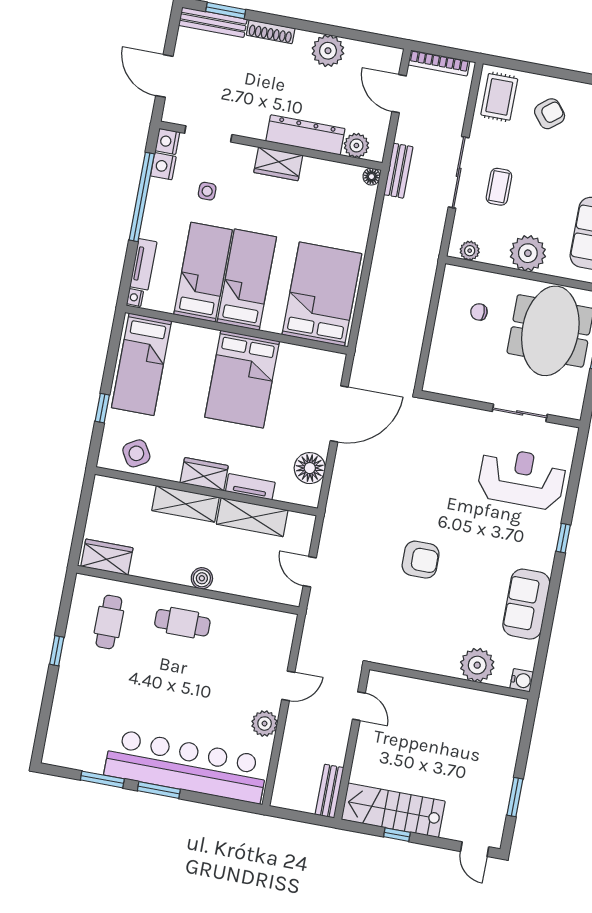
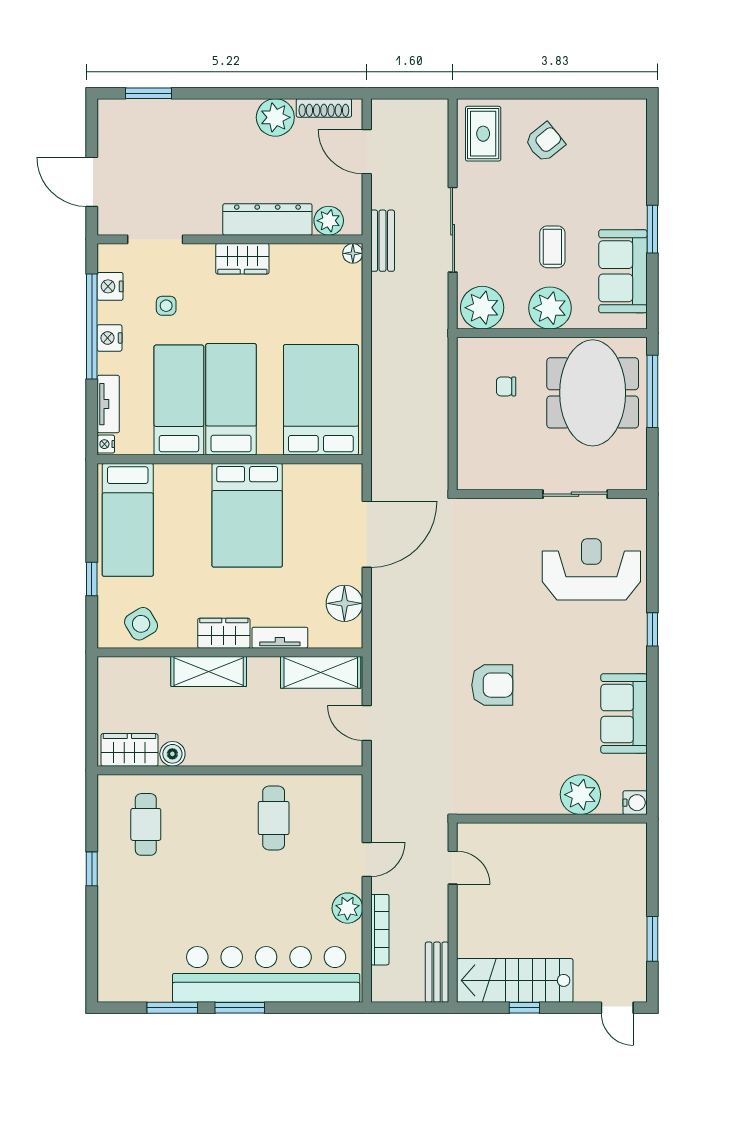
bench: (213, 22) -> (136, 109), removed
shoe rack: (271, 32) -> (324, 108), moved
bookcase: (439, 63) -> (380, 930), moved, turned -90
nightstand: (167, 141) -> (110, 338), moved
coffee table: (499, 187) -> (552, 247), moved
plant: (470, 251) -> (482, 308), width x1.87, depth x1.87
shelving: (252, 517) -> (321, 672), moved
boiler: (202, 578) -> (172, 754), moved
cafe table: (182, 623) -> (274, 818), moved, turned 90

